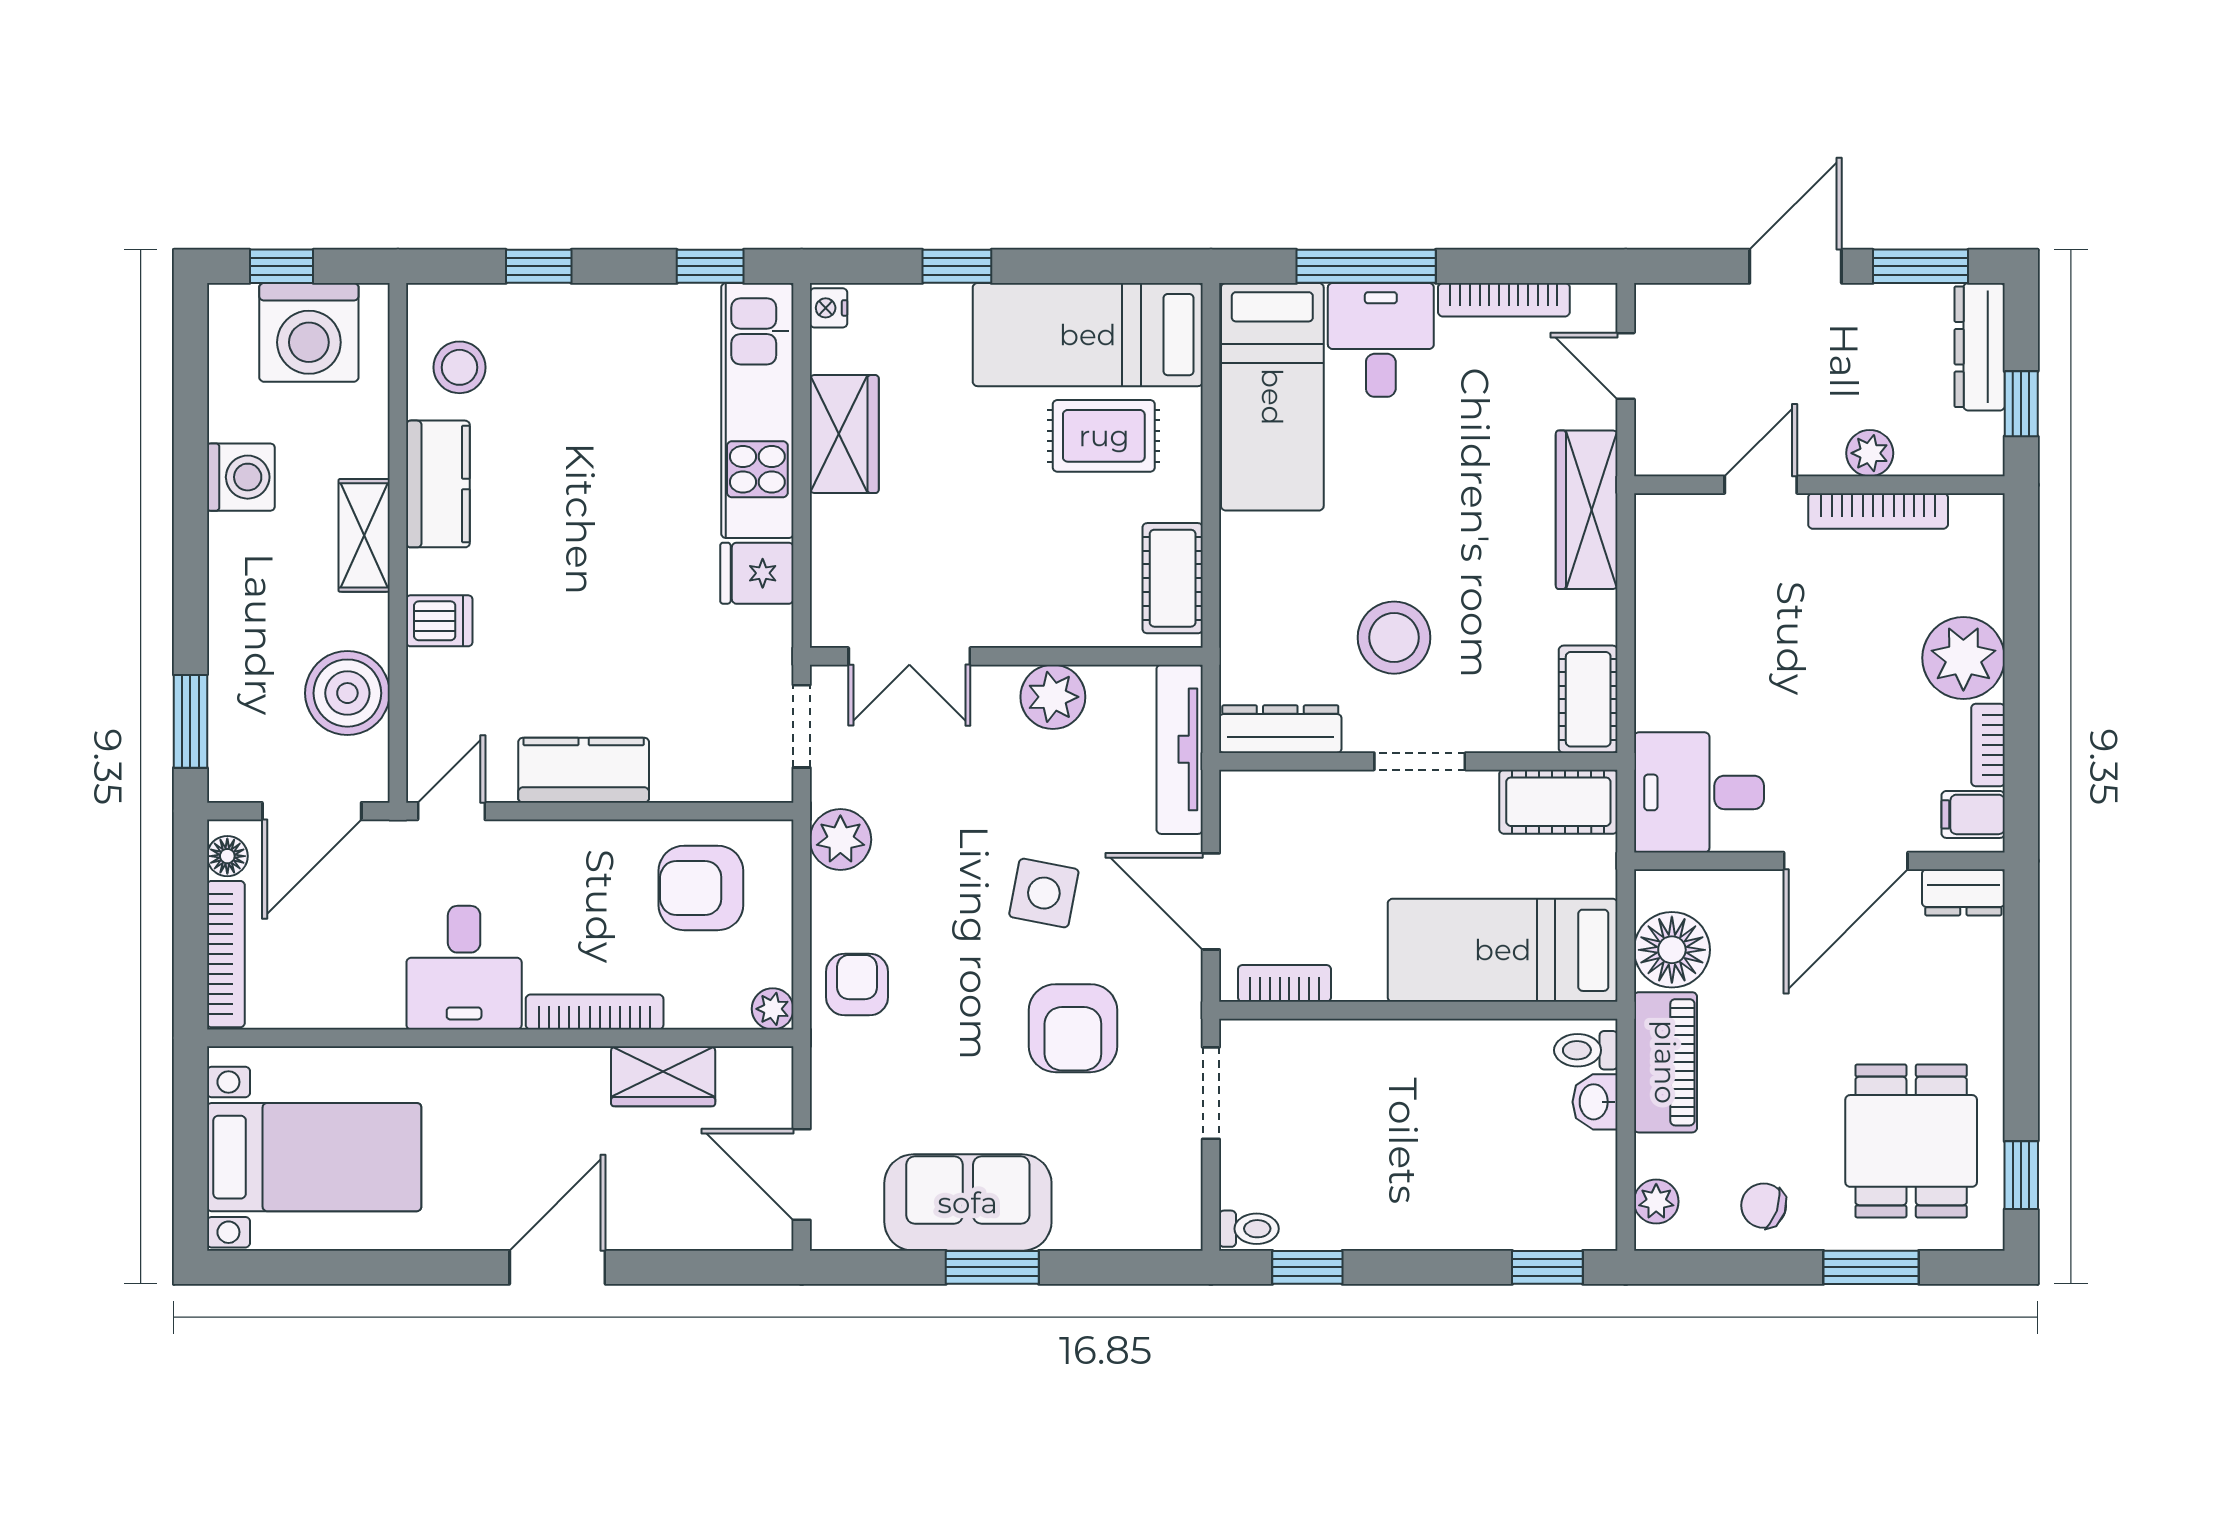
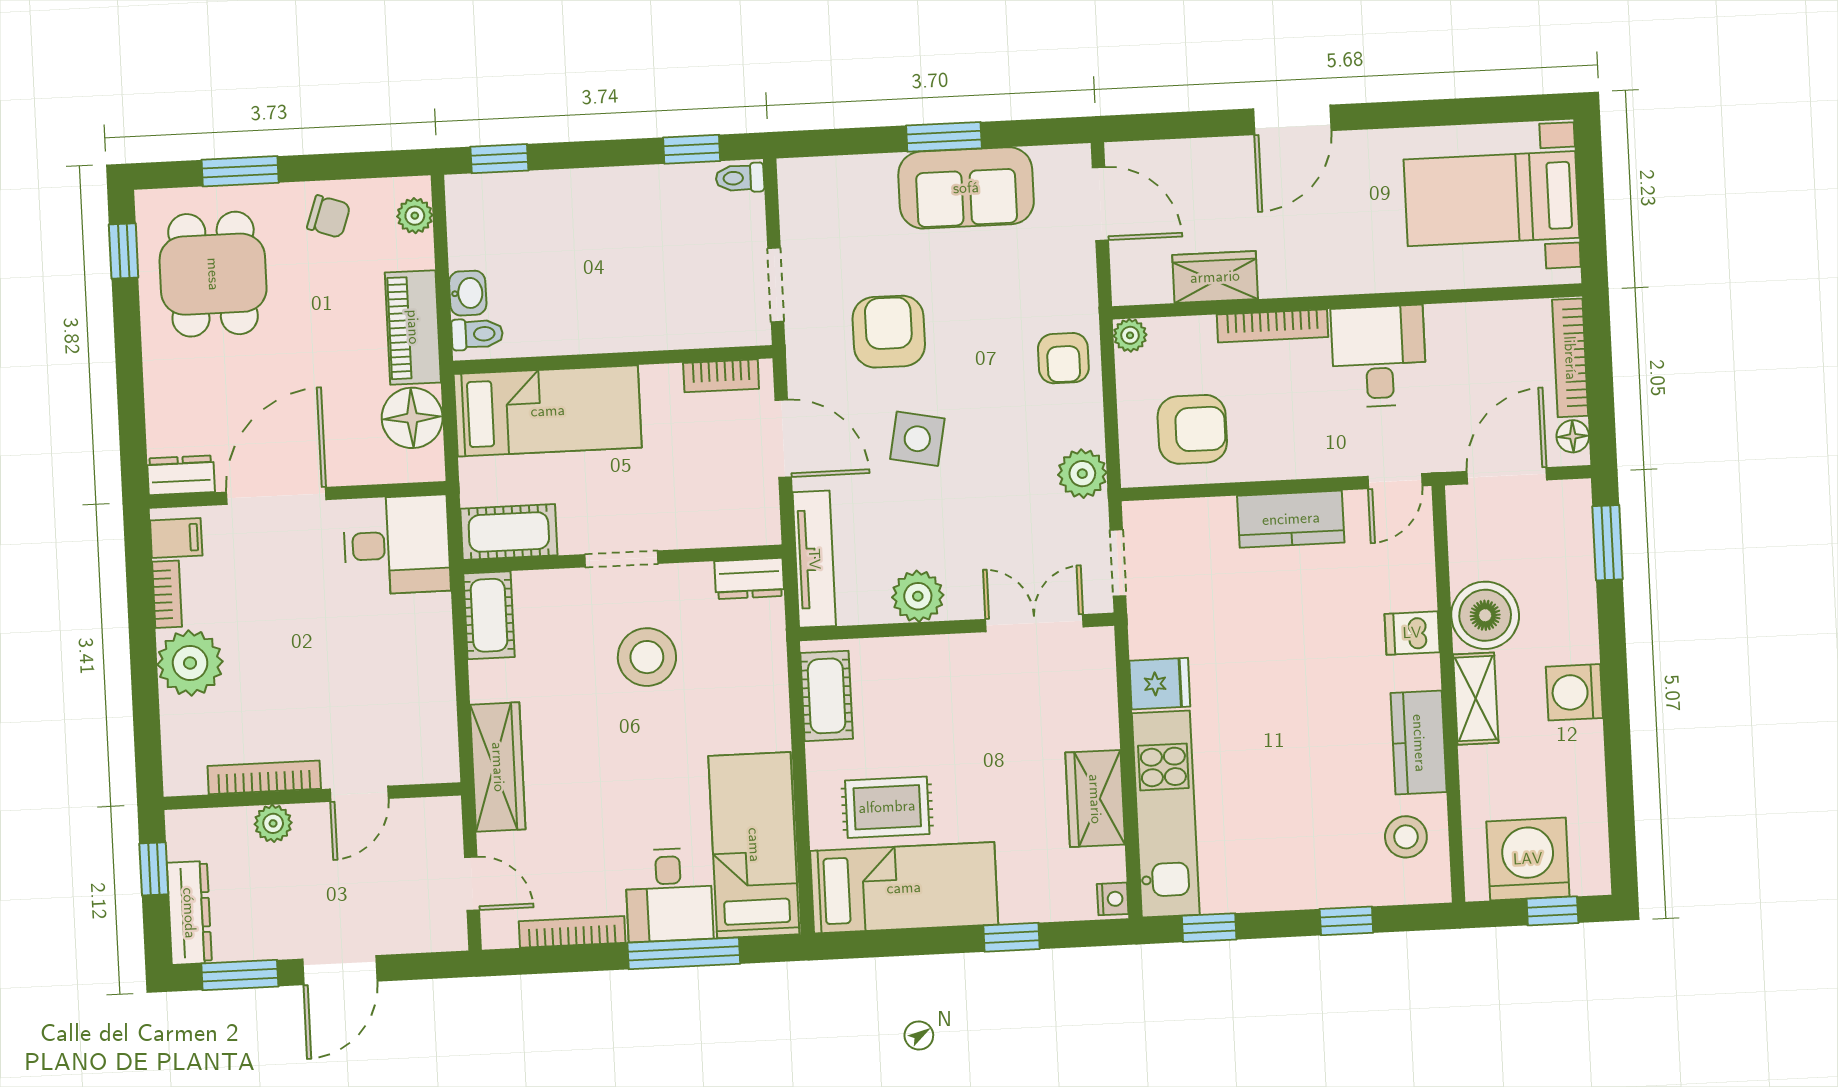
washing machine: (241, 477) -> (1574, 692), moved
boiler: (347, 693) -> (1485, 615), moved
dresser: (1280, 729) -> (749, 579), width x0.70

